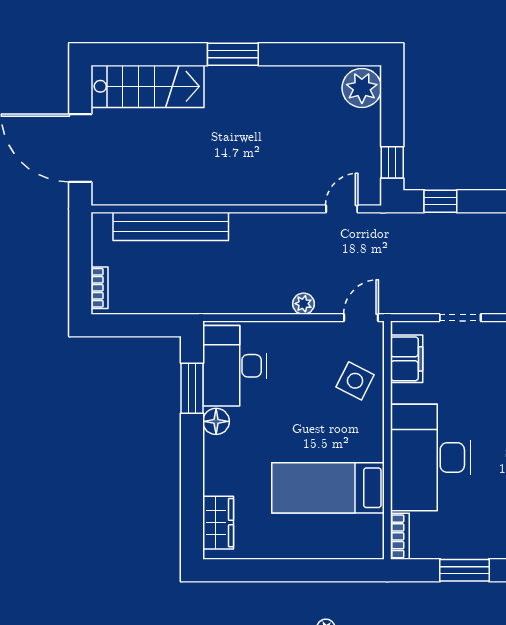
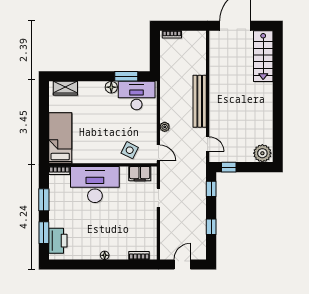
window: (233, 54) -> (278, 95), removed
bench: (171, 226) -> (200, 101), moved
bed: (328, 488) -> (60, 138), moved

